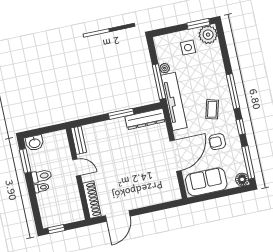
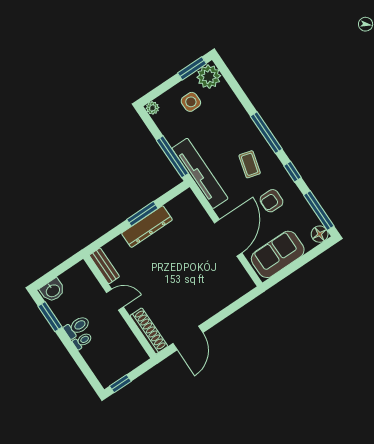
plant: (165, 68) -> (152, 108), moved
dresser: (145, 119) -> (147, 227), moved

